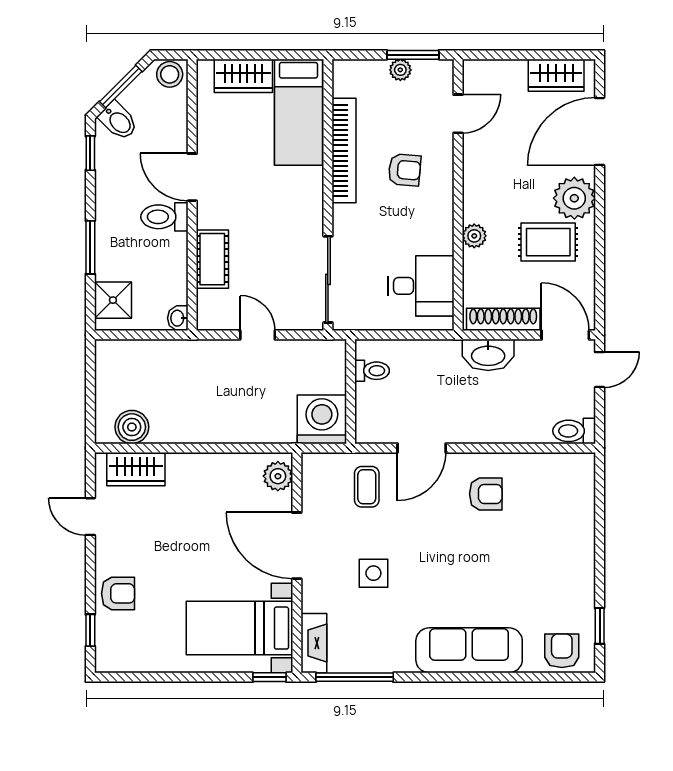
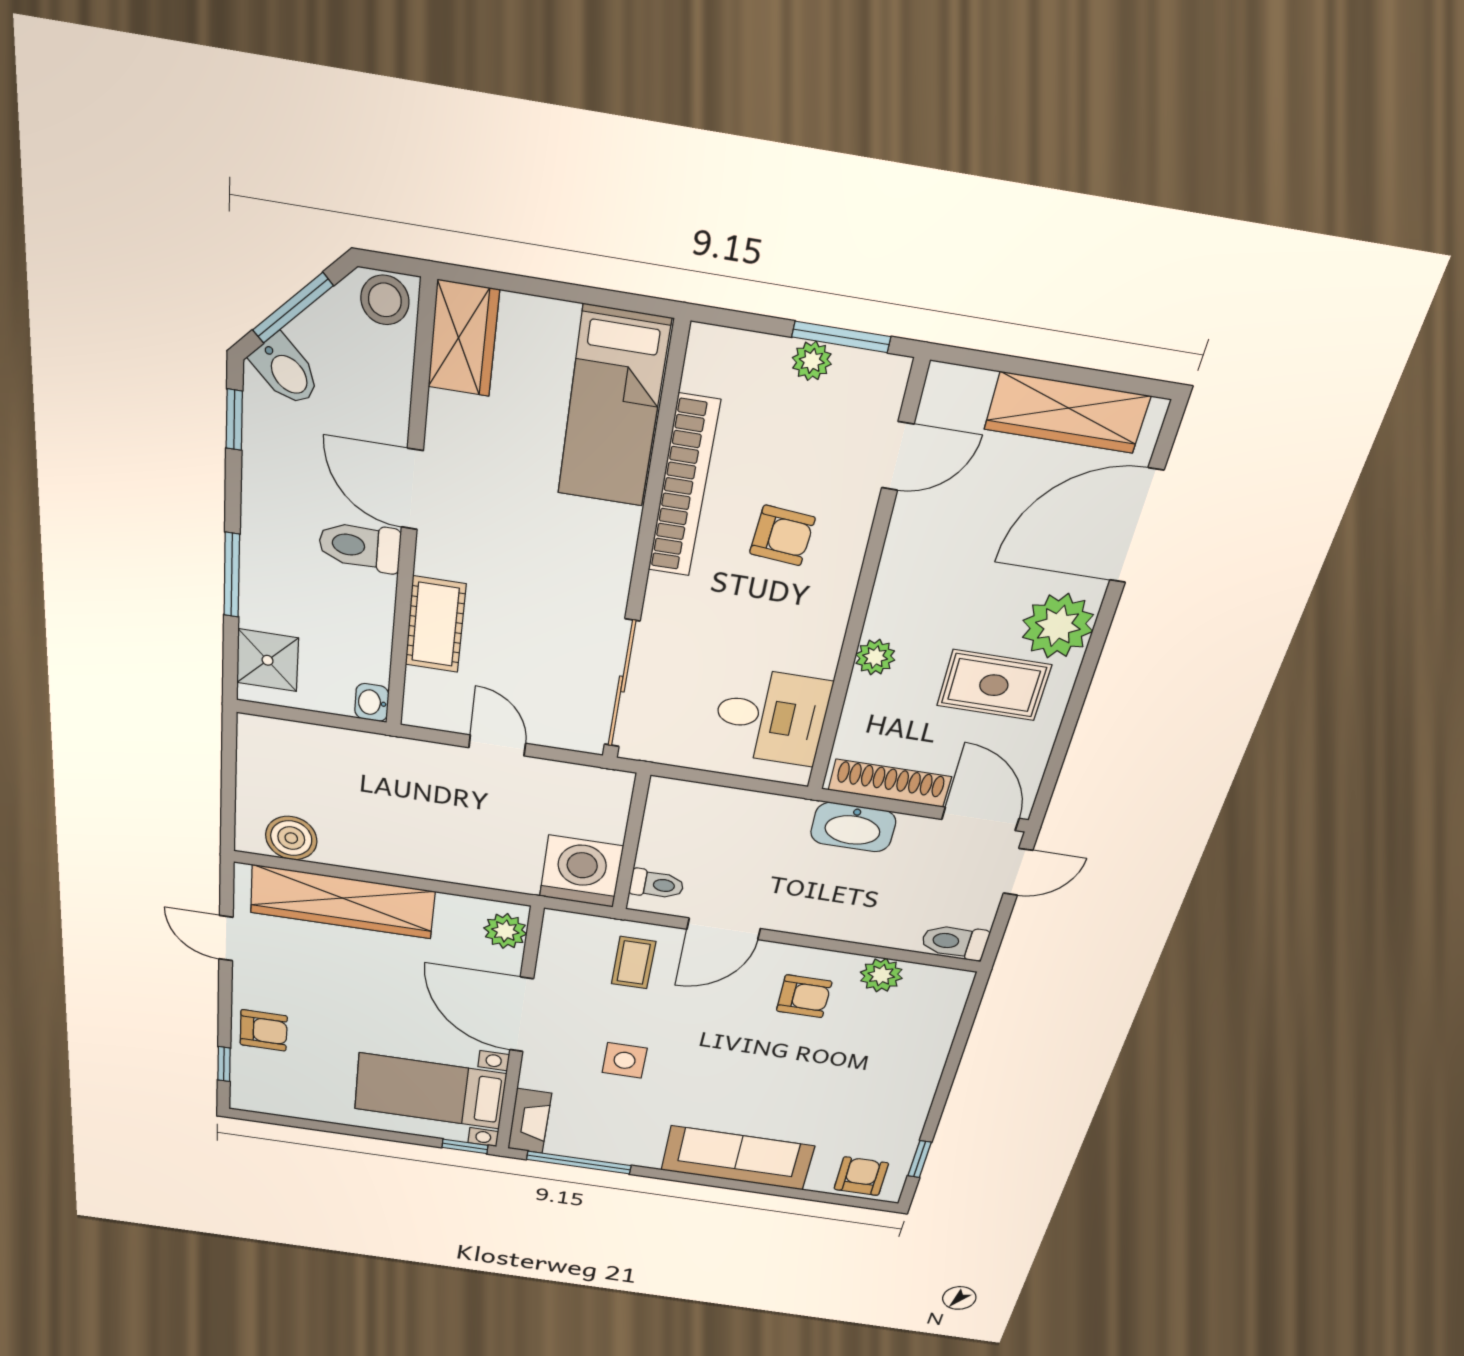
wardrobe: (556, 75) -> (1067, 413), width x1.50
wardrobe: (243, 76) -> (463, 339), moved, turned -90
toilet: (372, 371) -> (657, 884), moved
plant: (533, 467) -> (881, 975), added
wardrobe: (136, 469) -> (342, 902), width x2.10, depth x1.17

